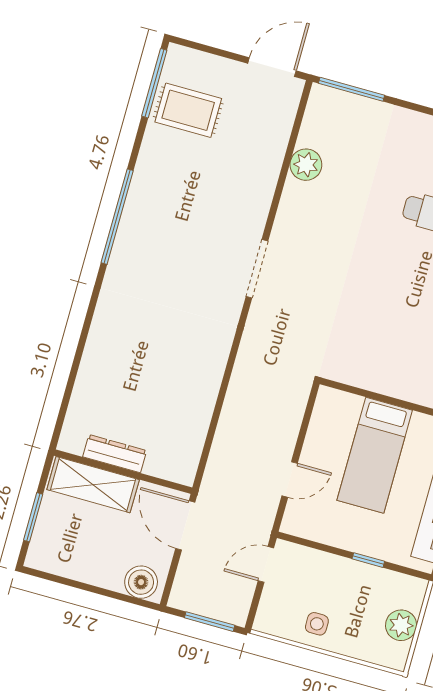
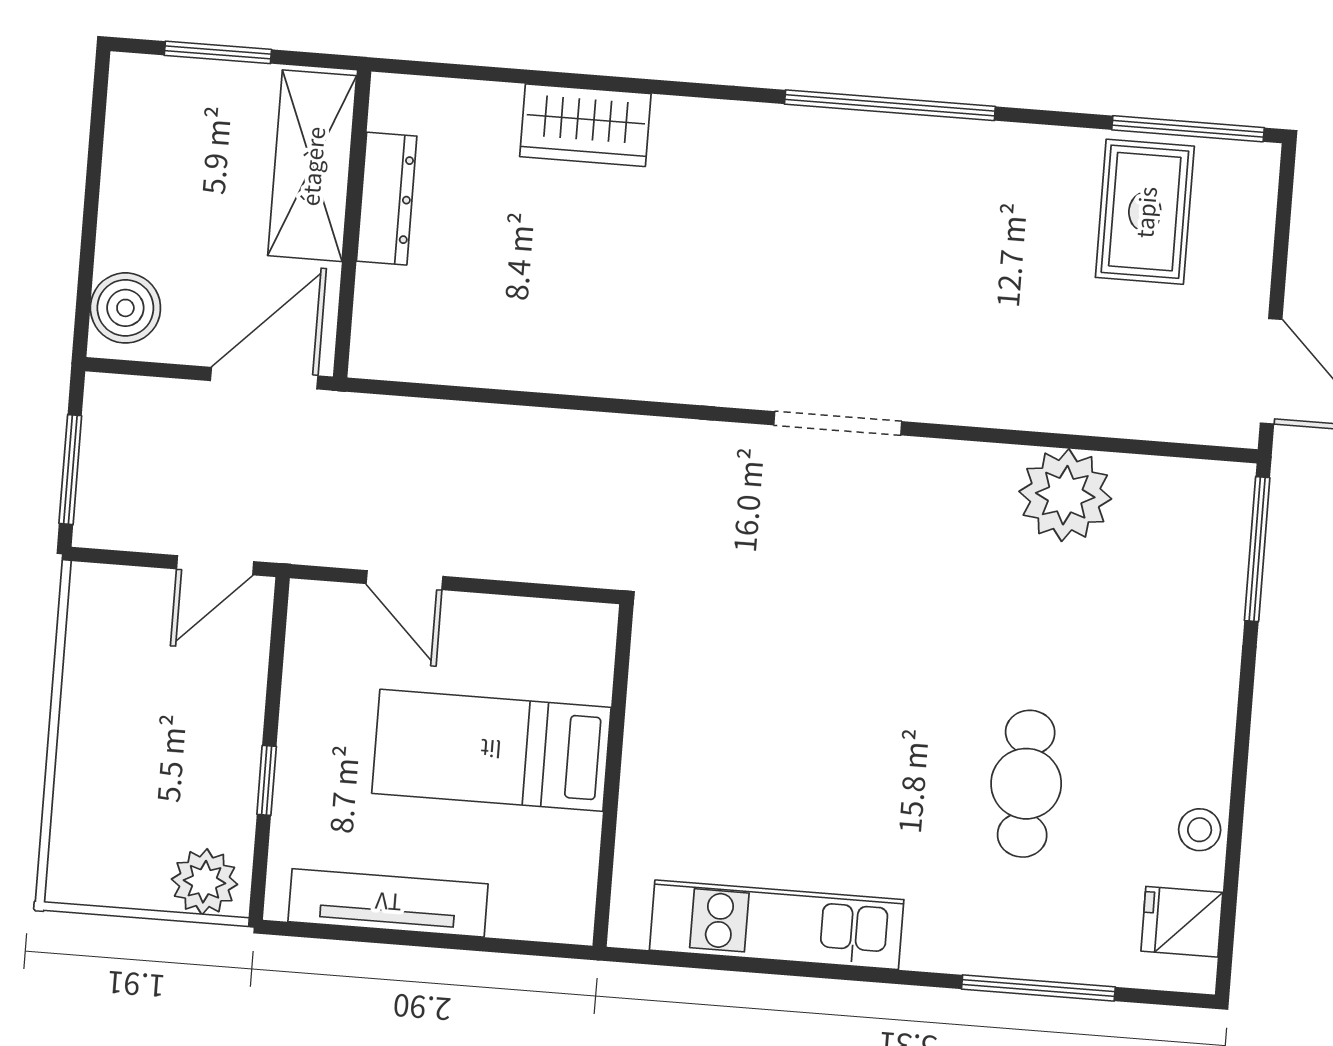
plant: (306, 165) -> (1065, 495), width x1.36, depth x1.36
wardrobe: (99, 357) -> (585, 125), added
door: (266, 564) -> (215, 565), swing flipped
side table: (317, 624) -> (110, 698), removed
plant: (401, 625) -> (205, 882), moved

